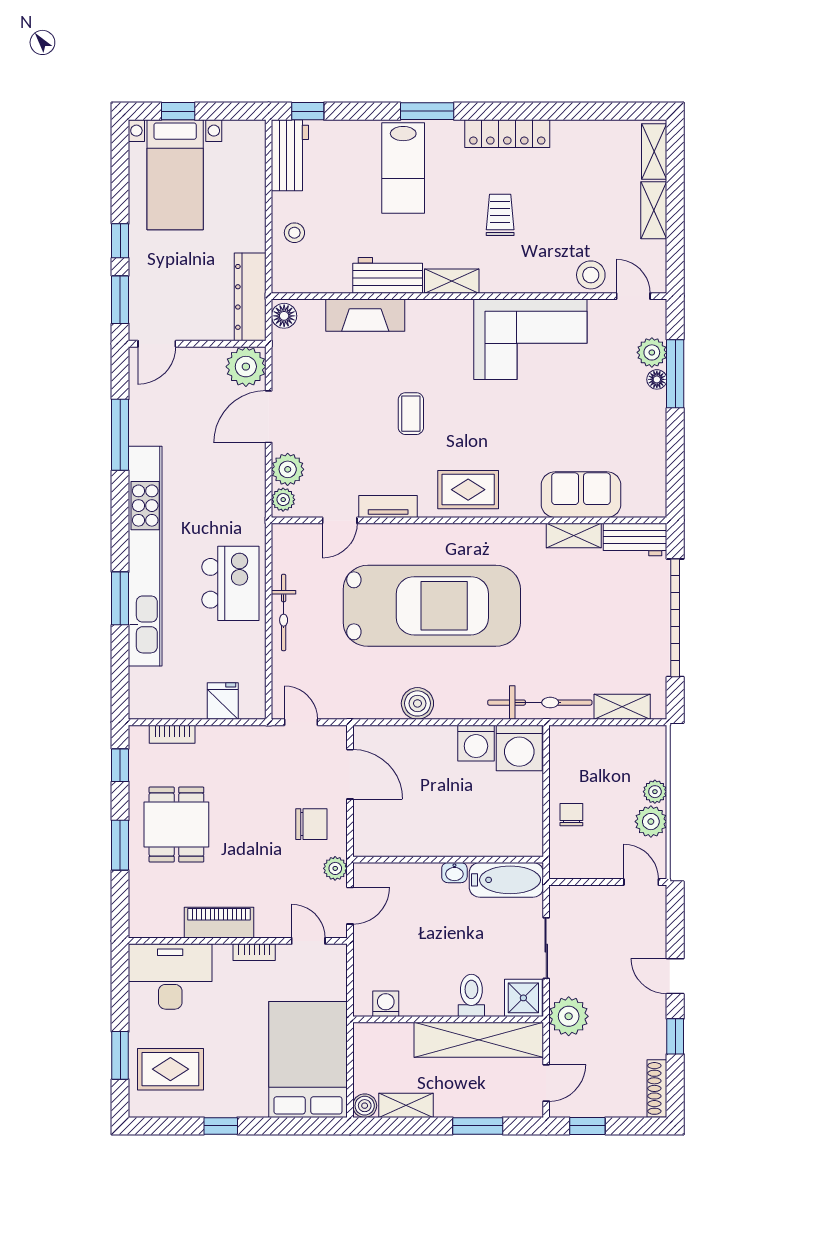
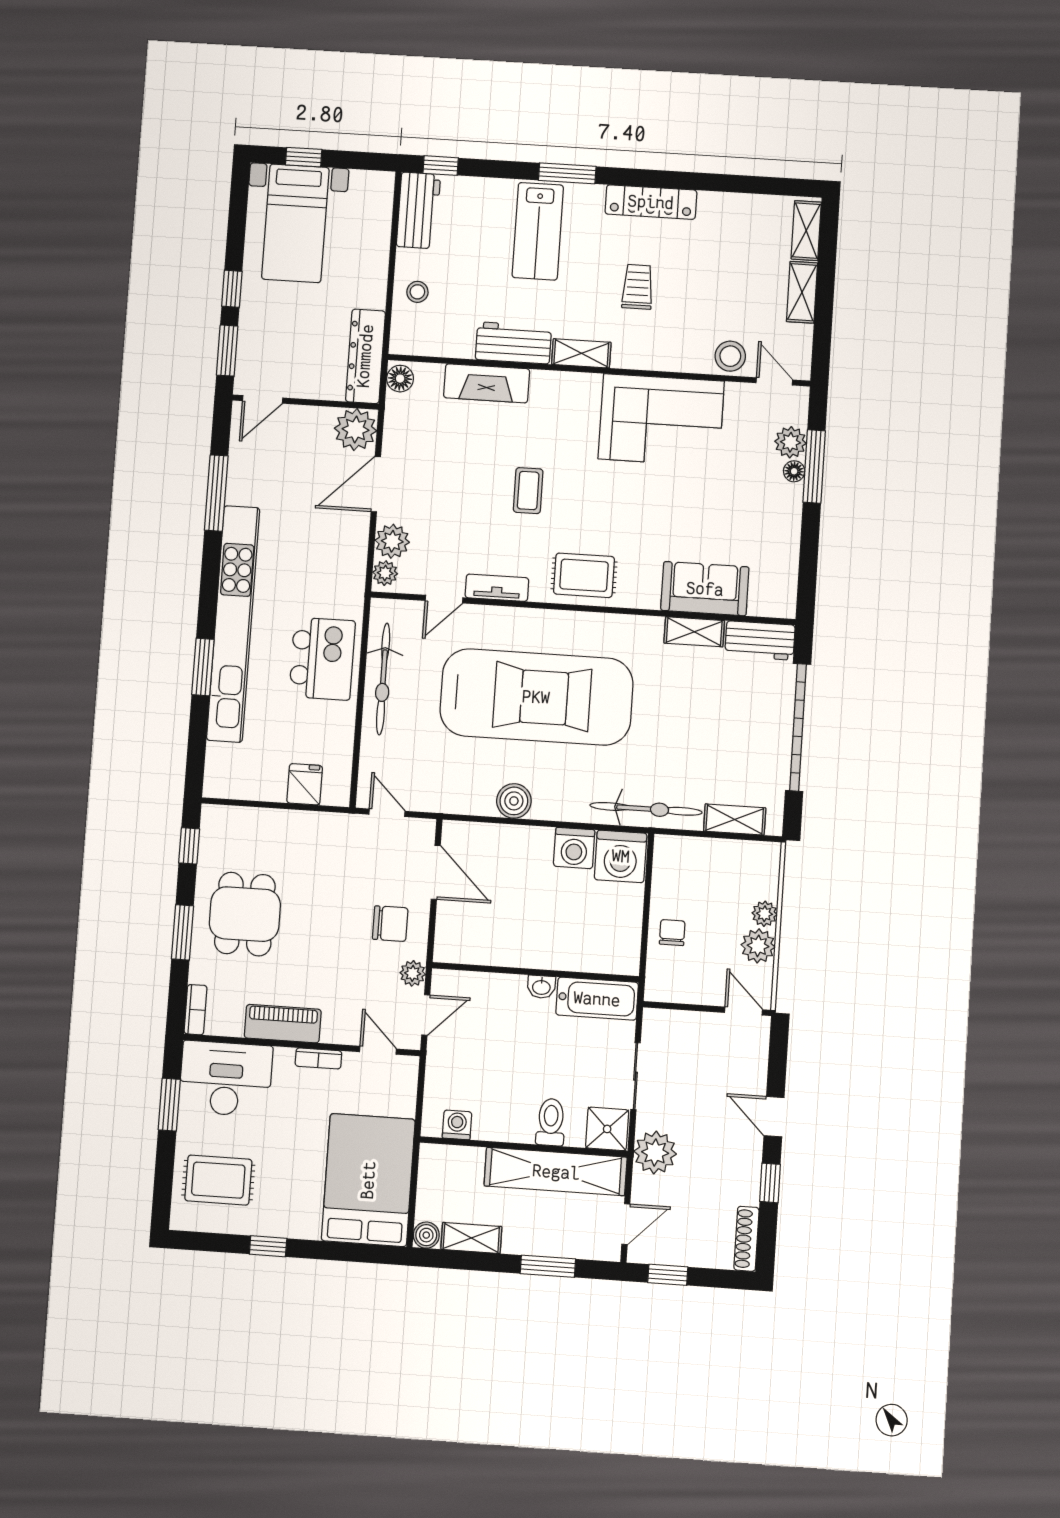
bicycle: (284, 612) -> (383, 679), width x1.37, depth x1.40
bookcase: (172, 734) -> (196, 1010), moved, turned -90
window: (120, 1055) -> (169, 1105), moved

